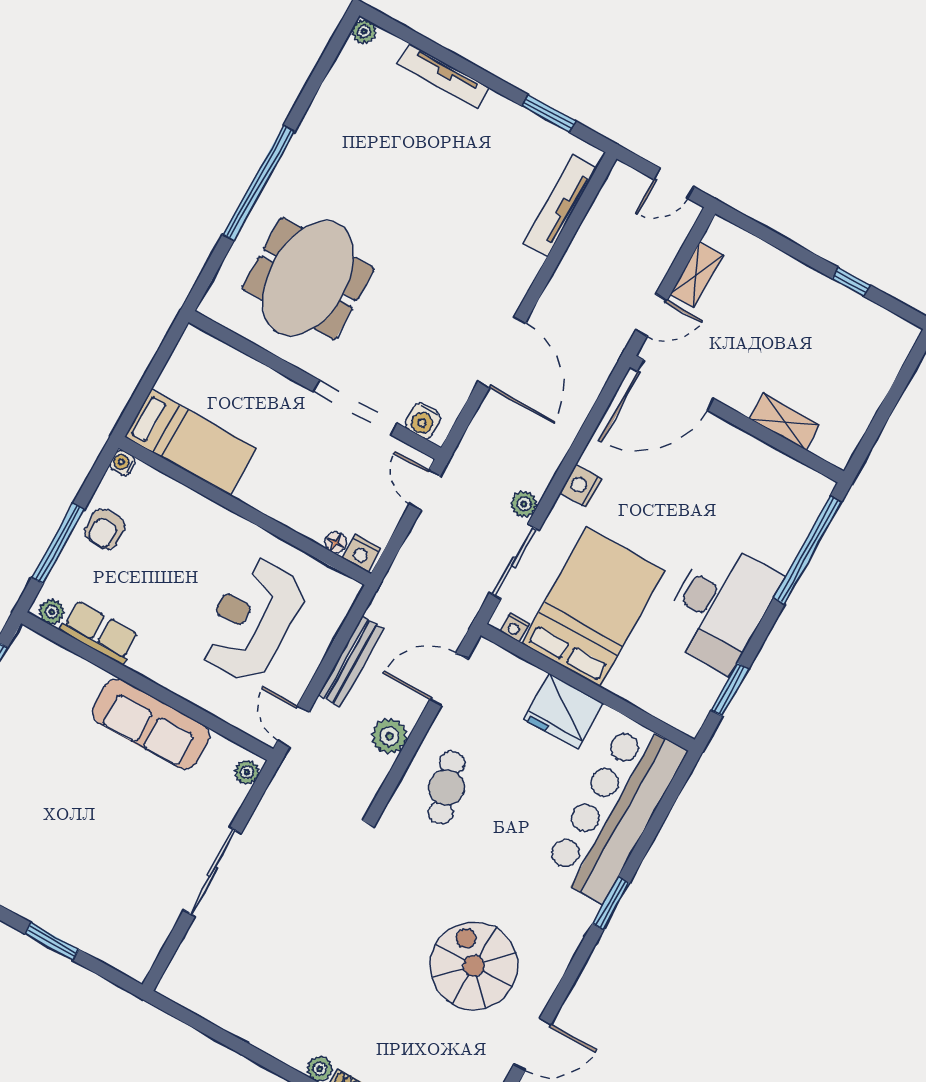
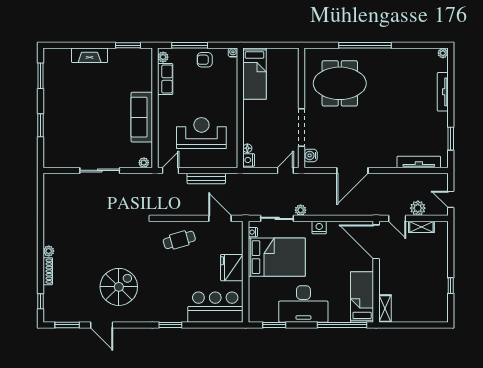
shelving: (784, 422) -> (385, 308), moved
bed: (773, 477) -> (362, 297), added
plant: (389, 736) -> (418, 208), moved
bar counter: (614, 811) -> (215, 307), width x0.73

